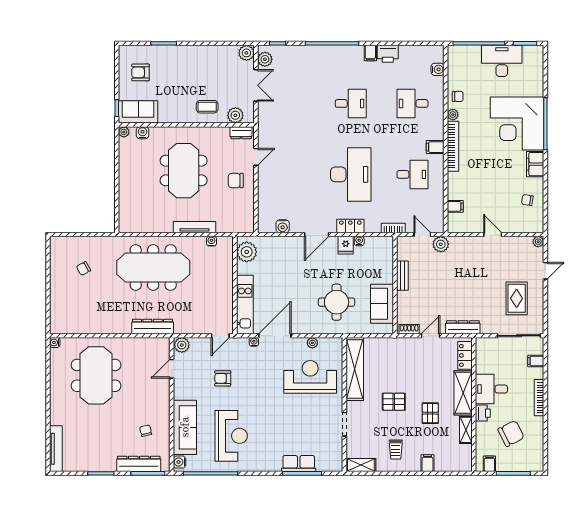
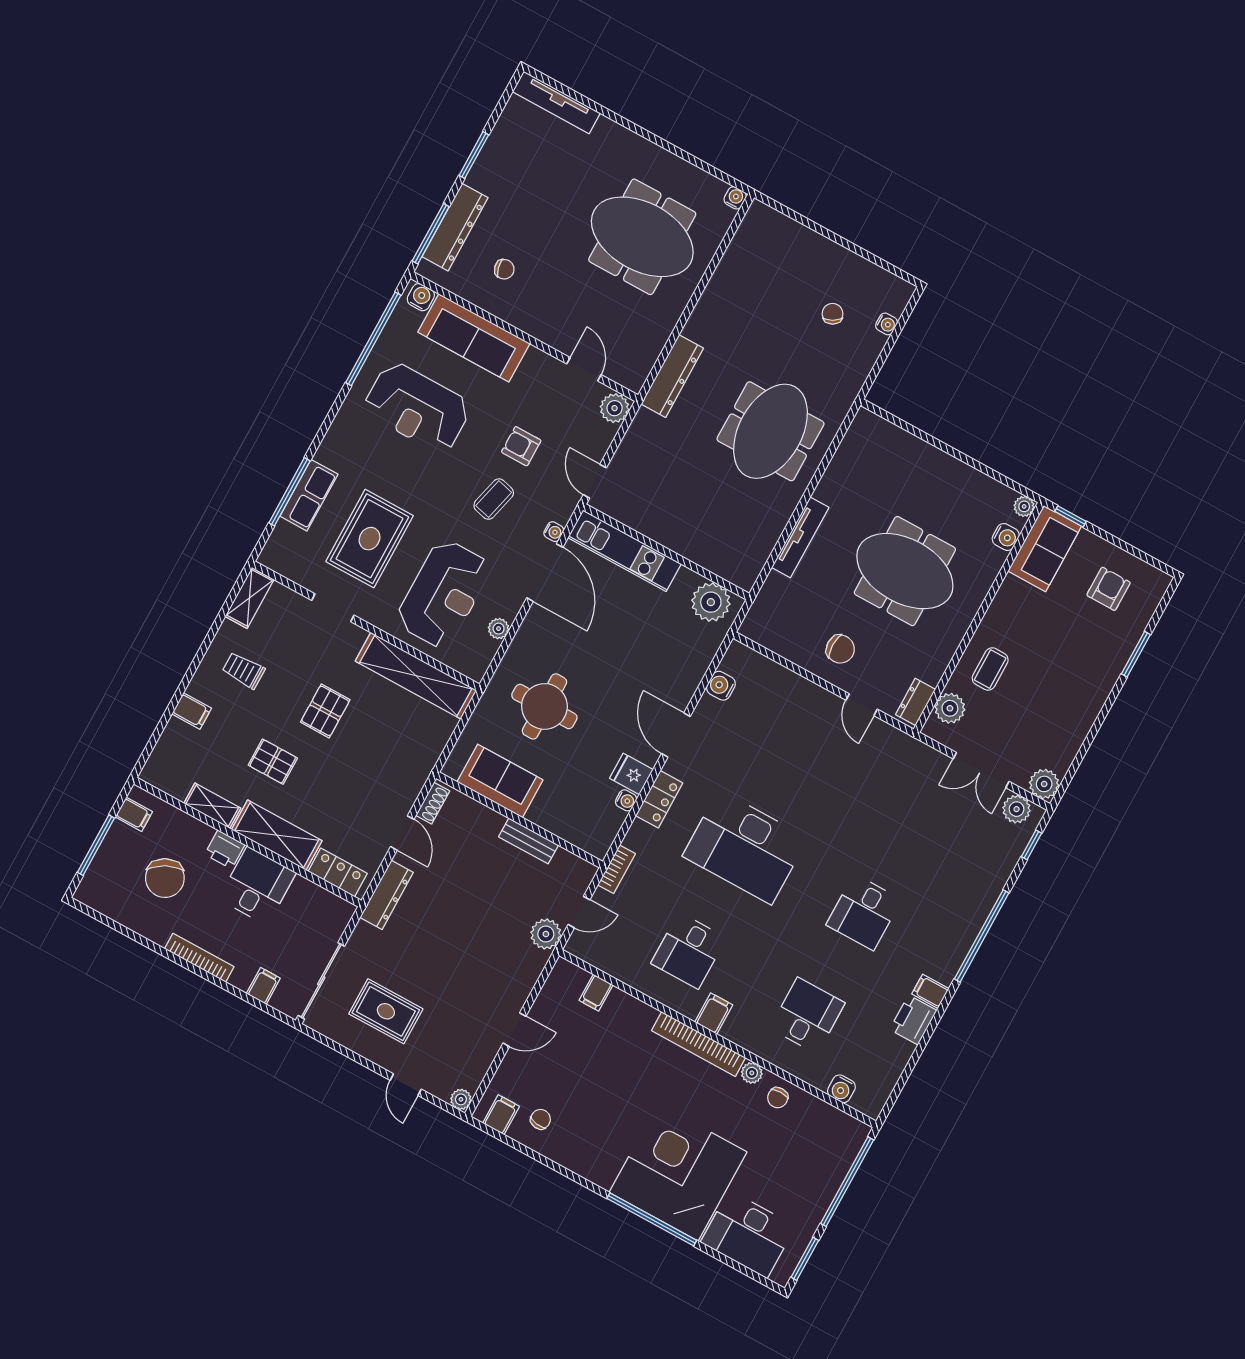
desk: (502, 61) -> (748, 1234), moved, turned 90
filing cabinet: (535, 164) -> (501, 1115), moved, width x0.50
chair: (236, 181) -> (840, 649), turned 90
water cooler: (211, 241) -> (887, 324), moved
meeting table: (153, 267) -> (770, 431), width x0.73
armchair: (223, 378) -> (521, 446), turned -90
coffee table: (254, 378) -> (494, 499), added
rug: (303, 425) -> (370, 539), added

